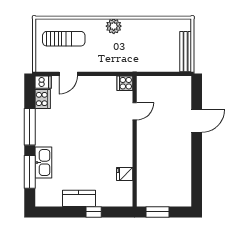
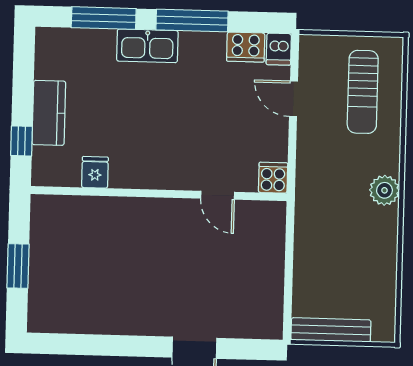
cooker: (125, 83) -> (273, 178), moved
door: (135, 111) -> (218, 195), moved
wall: (135, 141) -> (159, 194), moved
kitchen sink: (43, 163) -> (147, 46), moved
fridge: (125, 174) -> (95, 172), moved

